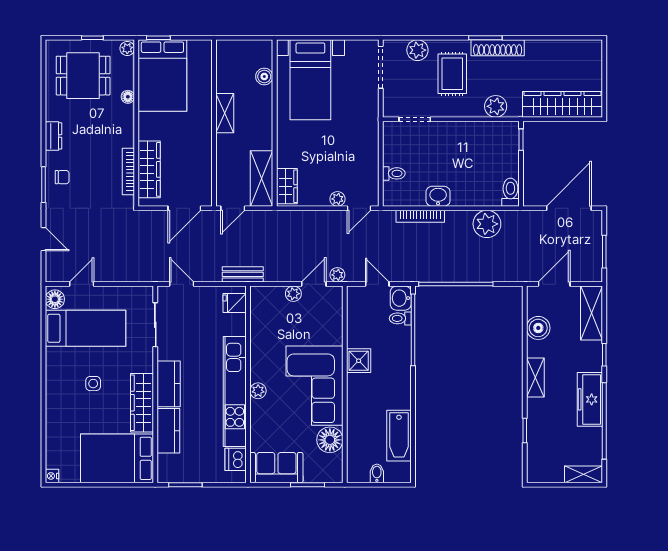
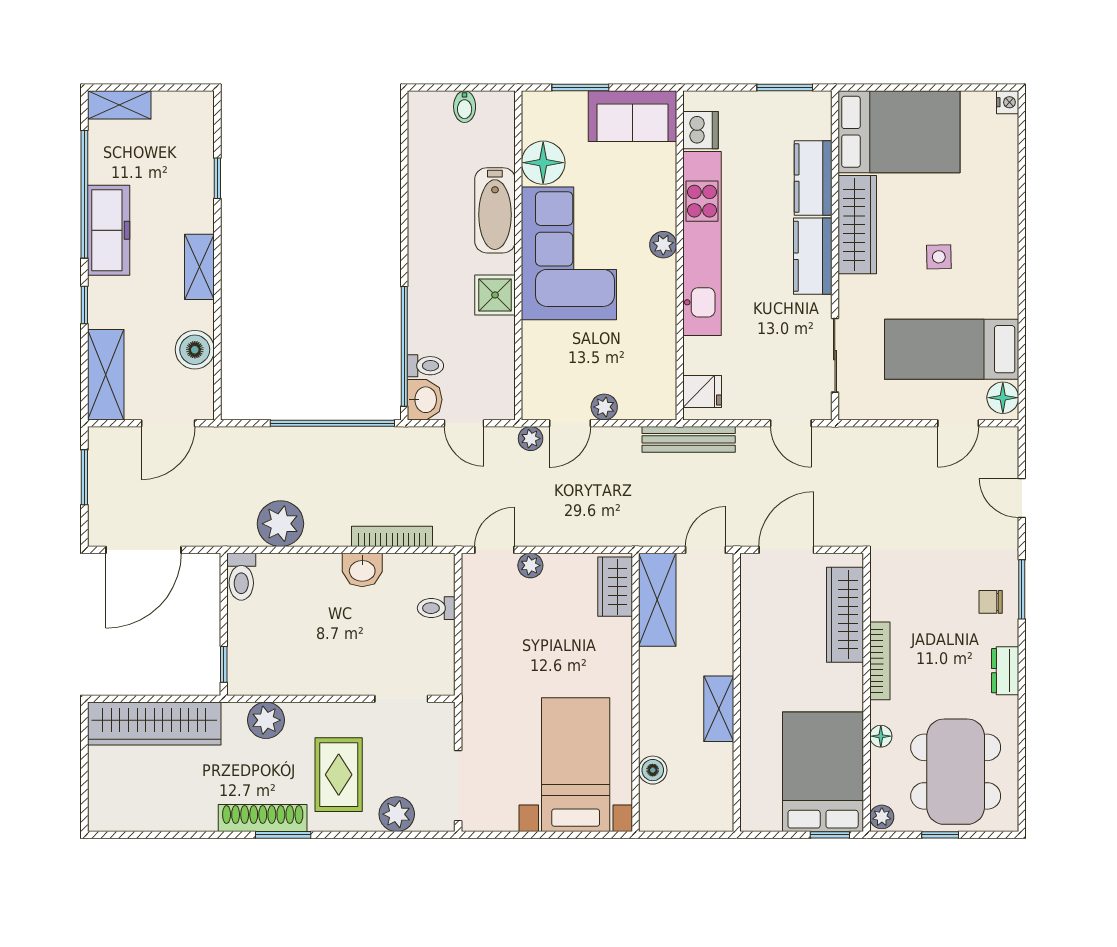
dining table: (83, 76) -> (956, 772), width x1.37
bookcase: (128, 171) -> (880, 661), moved
bench: (243, 274) -> (689, 439), width x1.36
bathtub: (399, 436) -> (495, 210), moved, turned 180

